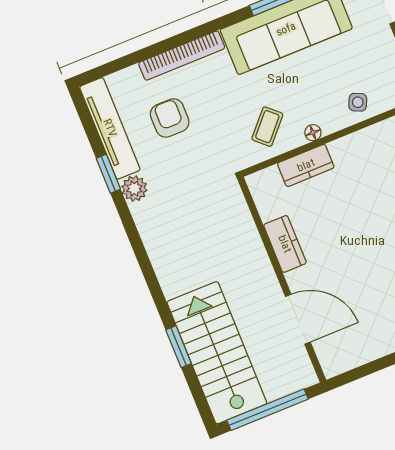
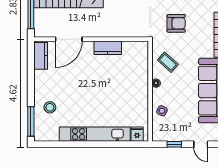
armchair: (170, 118) -> (176, 23), moved
kitchen counter: (306, 165) -> (41, 56), moved, turned 180

